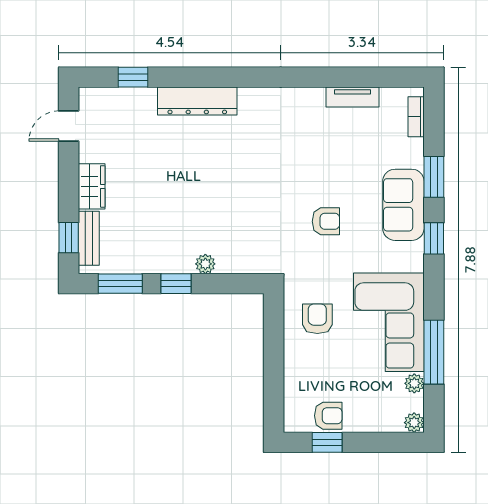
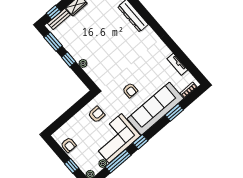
sofa: (403, 205) -> (155, 109), width x1.85, depth x1.27
window: (434, 238) -> (140, 142), moved
window: (327, 442) -> (72, 166), moved

